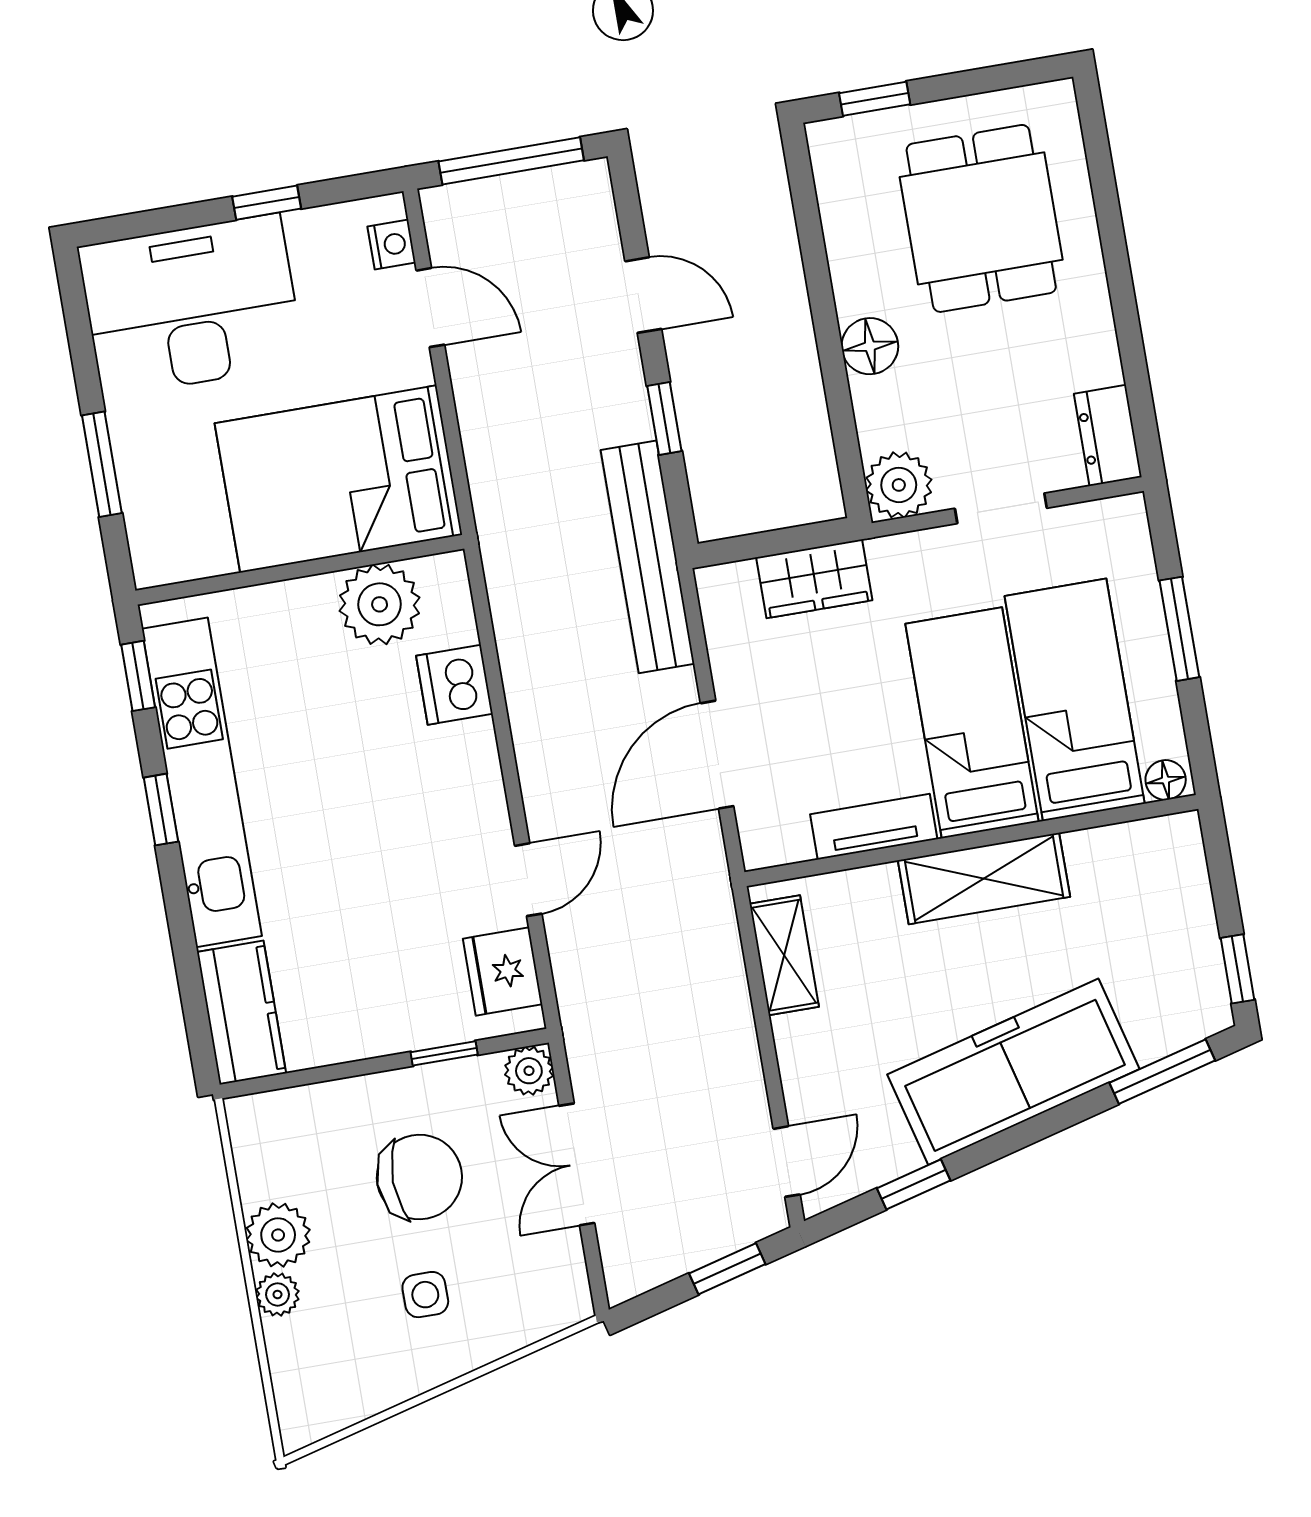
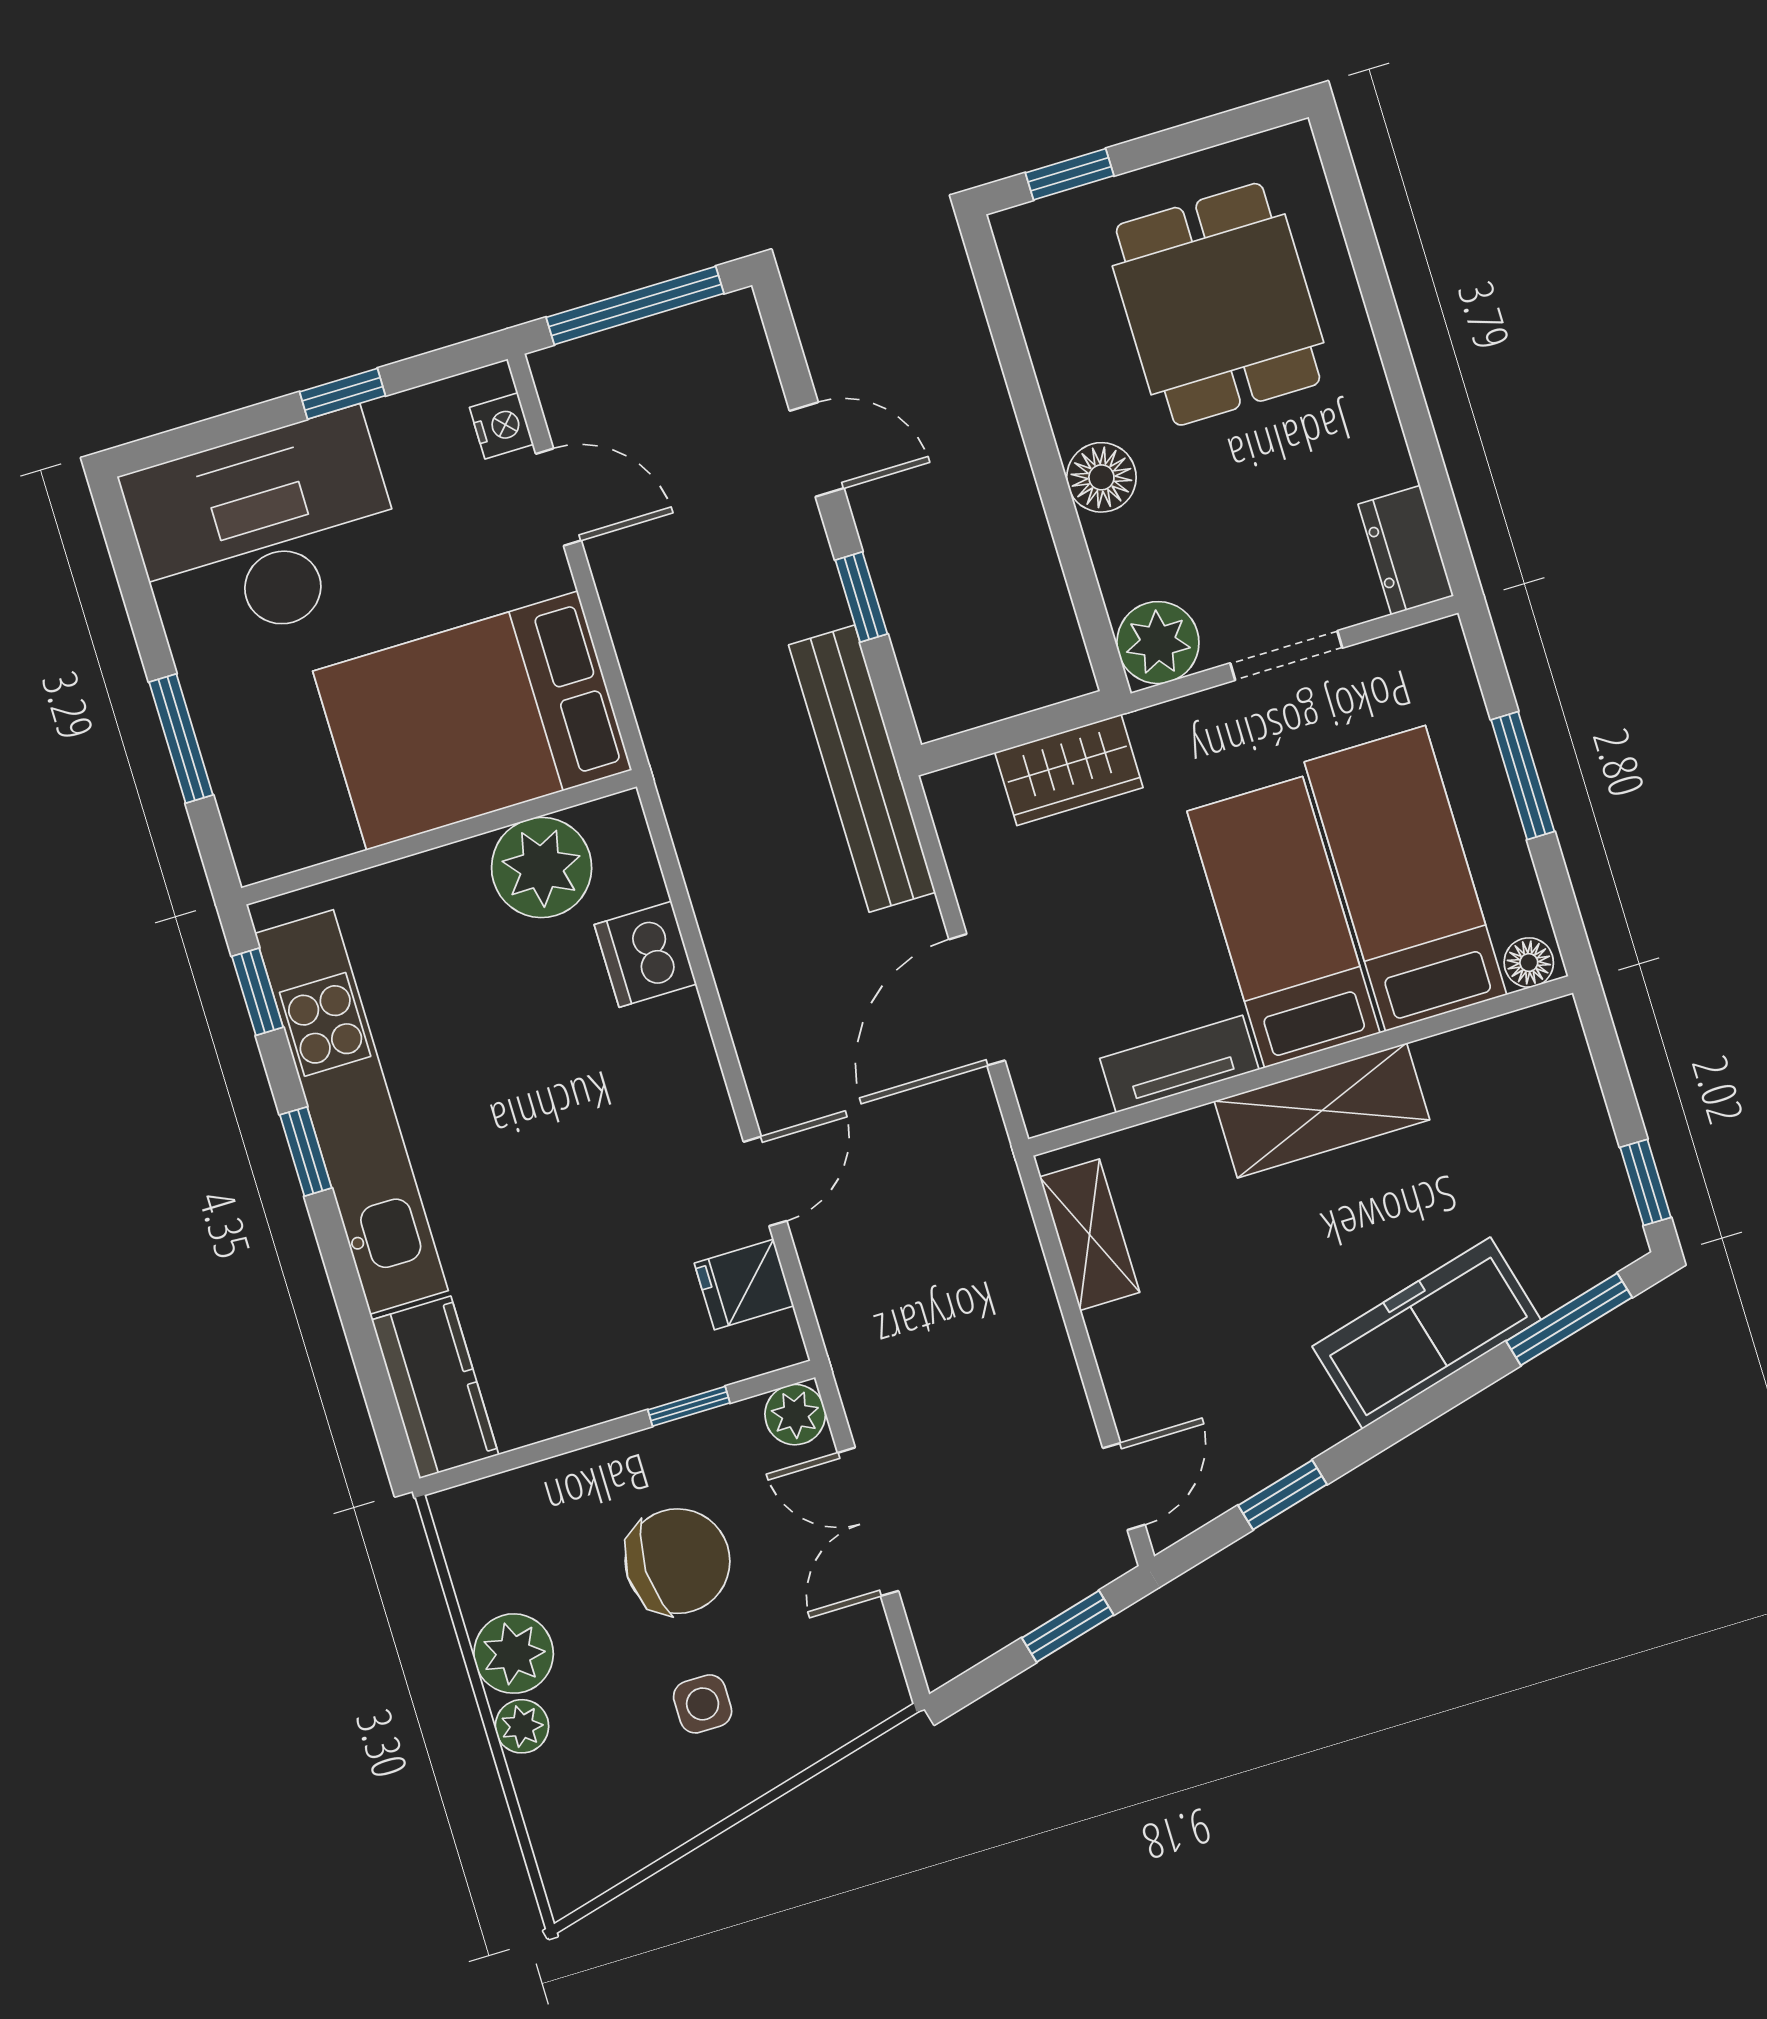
fridge: (503, 971) -> (744, 1285), width x0.72
freezer: (1013, 1072) -> (1426, 1333), width x0.73, depth x0.79

